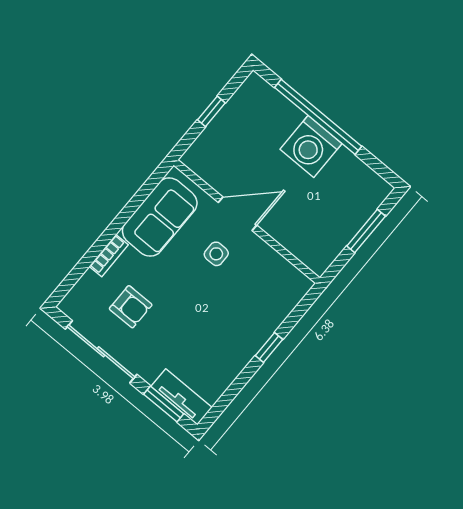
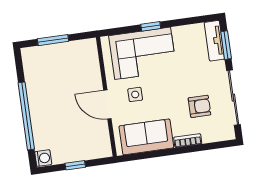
washing machine: (311, 146) -> (43, 158), moved, width x0.53, depth x0.53
armchair: (131, 307) -> (199, 106), turned 90
corner sofa: (250, 309) -> (143, 53), added

